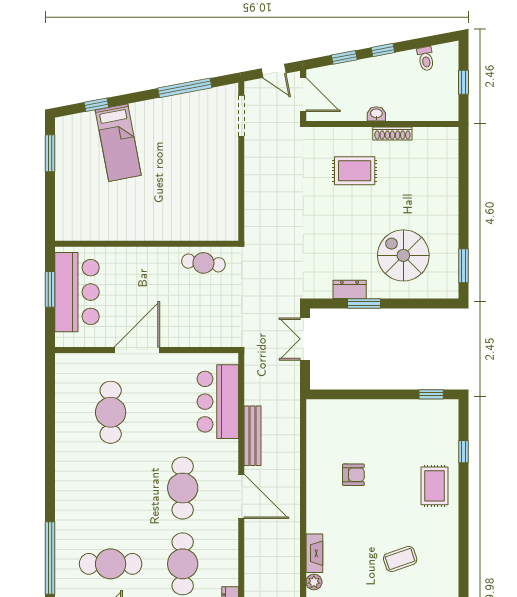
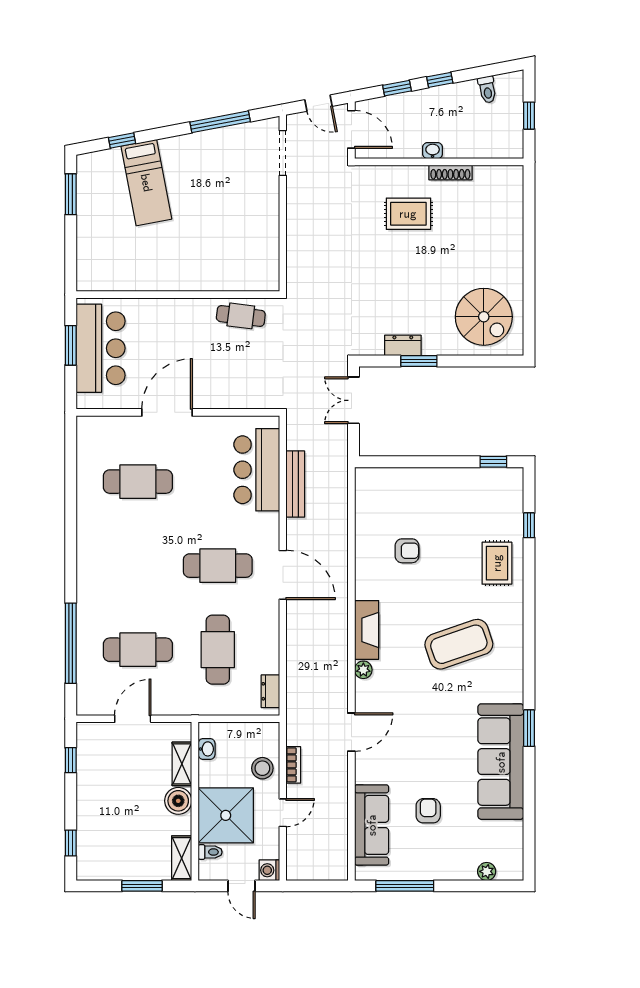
spiral stairs: (403, 255) -> (484, 317), moved, turned 180
window: (463, 266) -> (529, 319), removed
cafe table: (111, 412) -> (138, 482), turned 90
bench: (253, 436) -> (295, 484), moved
cafe table: (183, 488) -> (218, 566), turned 90
fireplace: (314, 553) -> (367, 630), width x1.37, depth x1.32
coffee table: (400, 559) -> (459, 644), width x1.86, depth x1.72

